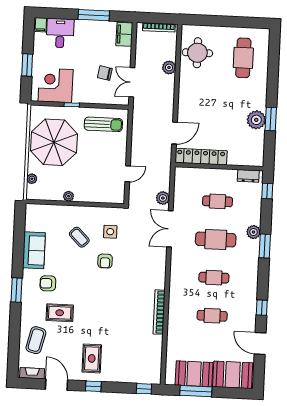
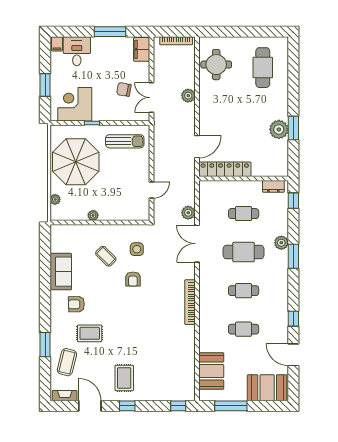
plant: (169, 67) -> (188, 96), moved
window: (17, 290) -> (45, 345), moved
bookcase: (159, 312) -> (190, 302), moved
booth: (194, 374) -> (211, 371), moved, turned 90

